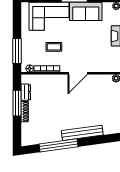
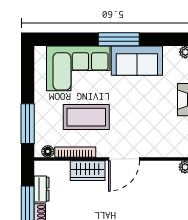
coffee table: (54, 47) -> (86, 117), width x1.86, depth x1.72
wardrobe: (55, 81) -> (88, 171), added

